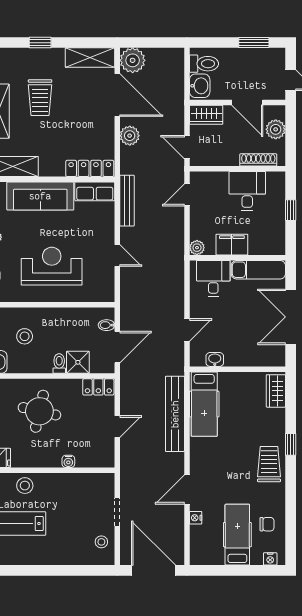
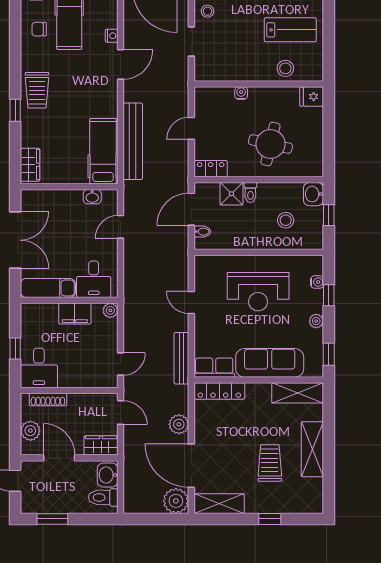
desk: (247, 191) -> (39, 368), moved

